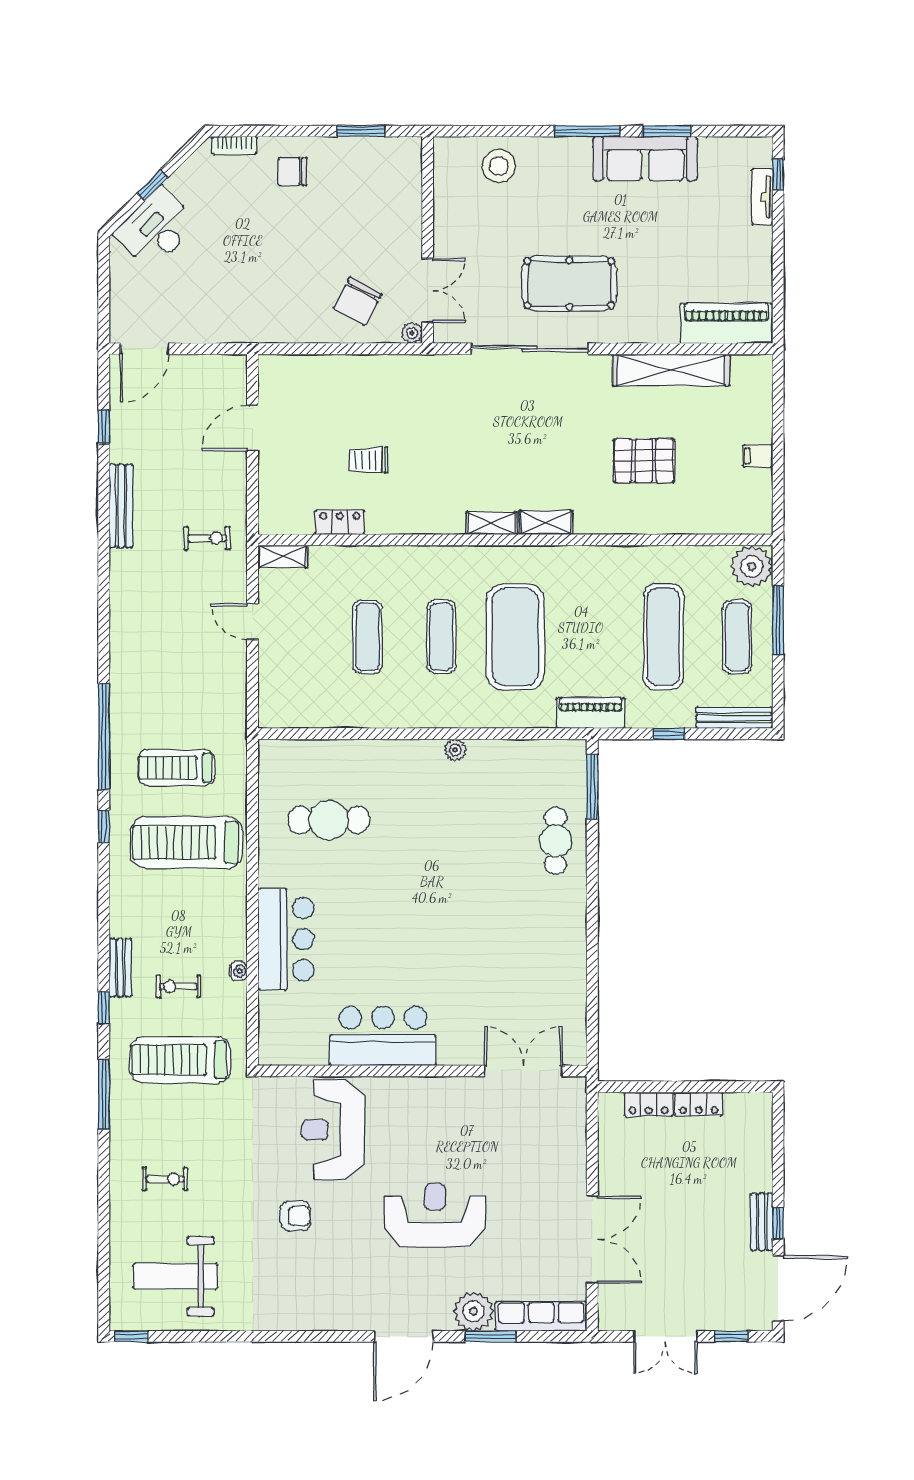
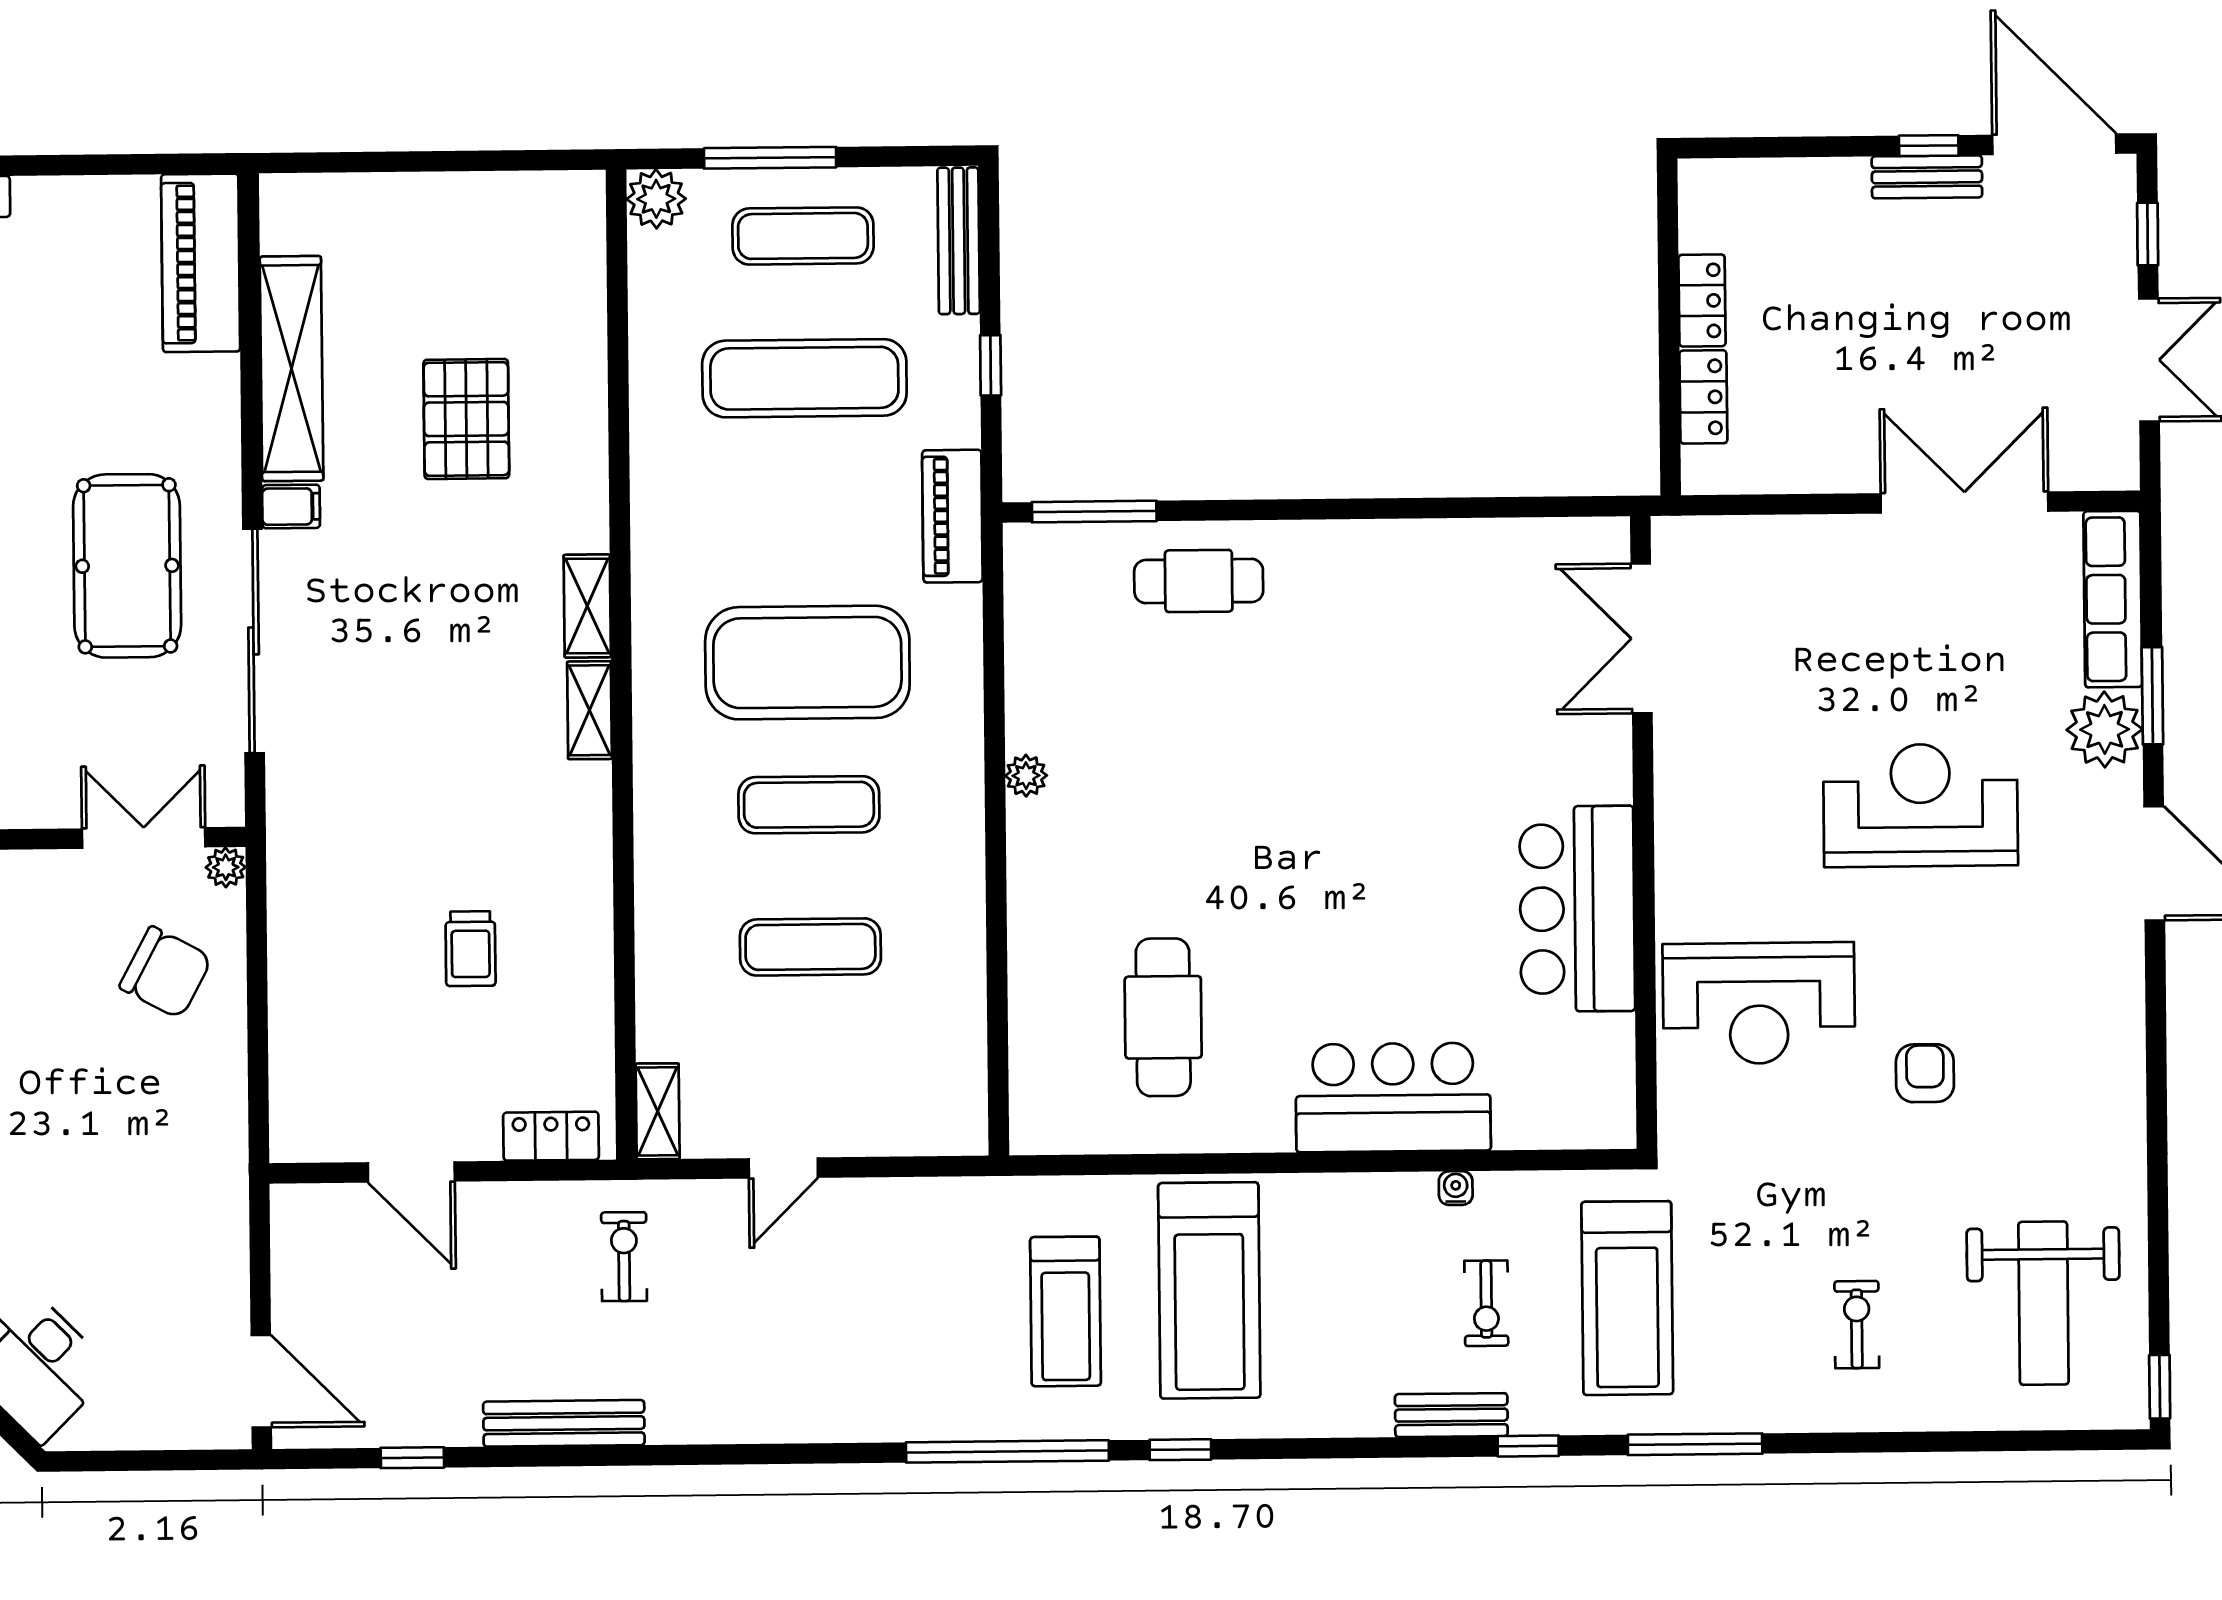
filing cabinet: (758, 456) -> (291, 507), moved, turned -90
locker: (340, 522) -> (551, 1136), moved, turned 90
plant: (752, 566) -> (656, 199), width x0.73, depth x0.73
reception desk: (435, 1215) -> (1920, 805), turned 90

